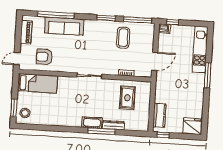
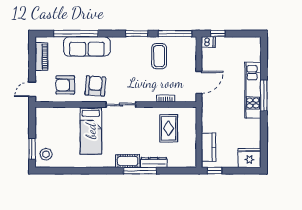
kitchen unit: (200, 50) -> (253, 90), moved
armchair: (69, 59) -> (95, 86), added
bed: (37, 83) -> (91, 131), moved, turned 90

